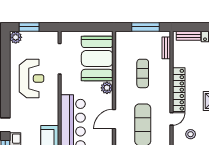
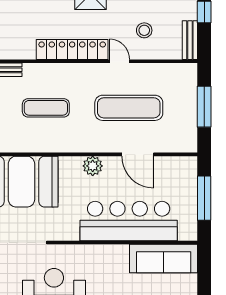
plant: (107, 88) -> (93, 166), moved
door: (114, 119) -> (138, 154), moved

